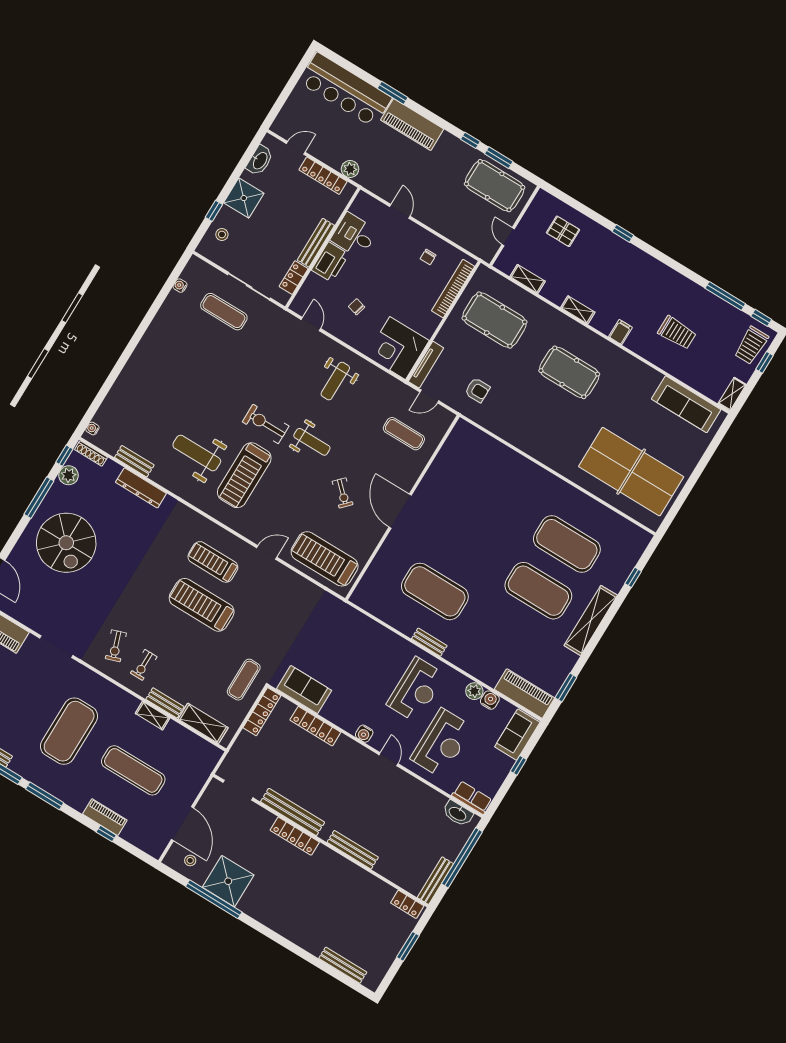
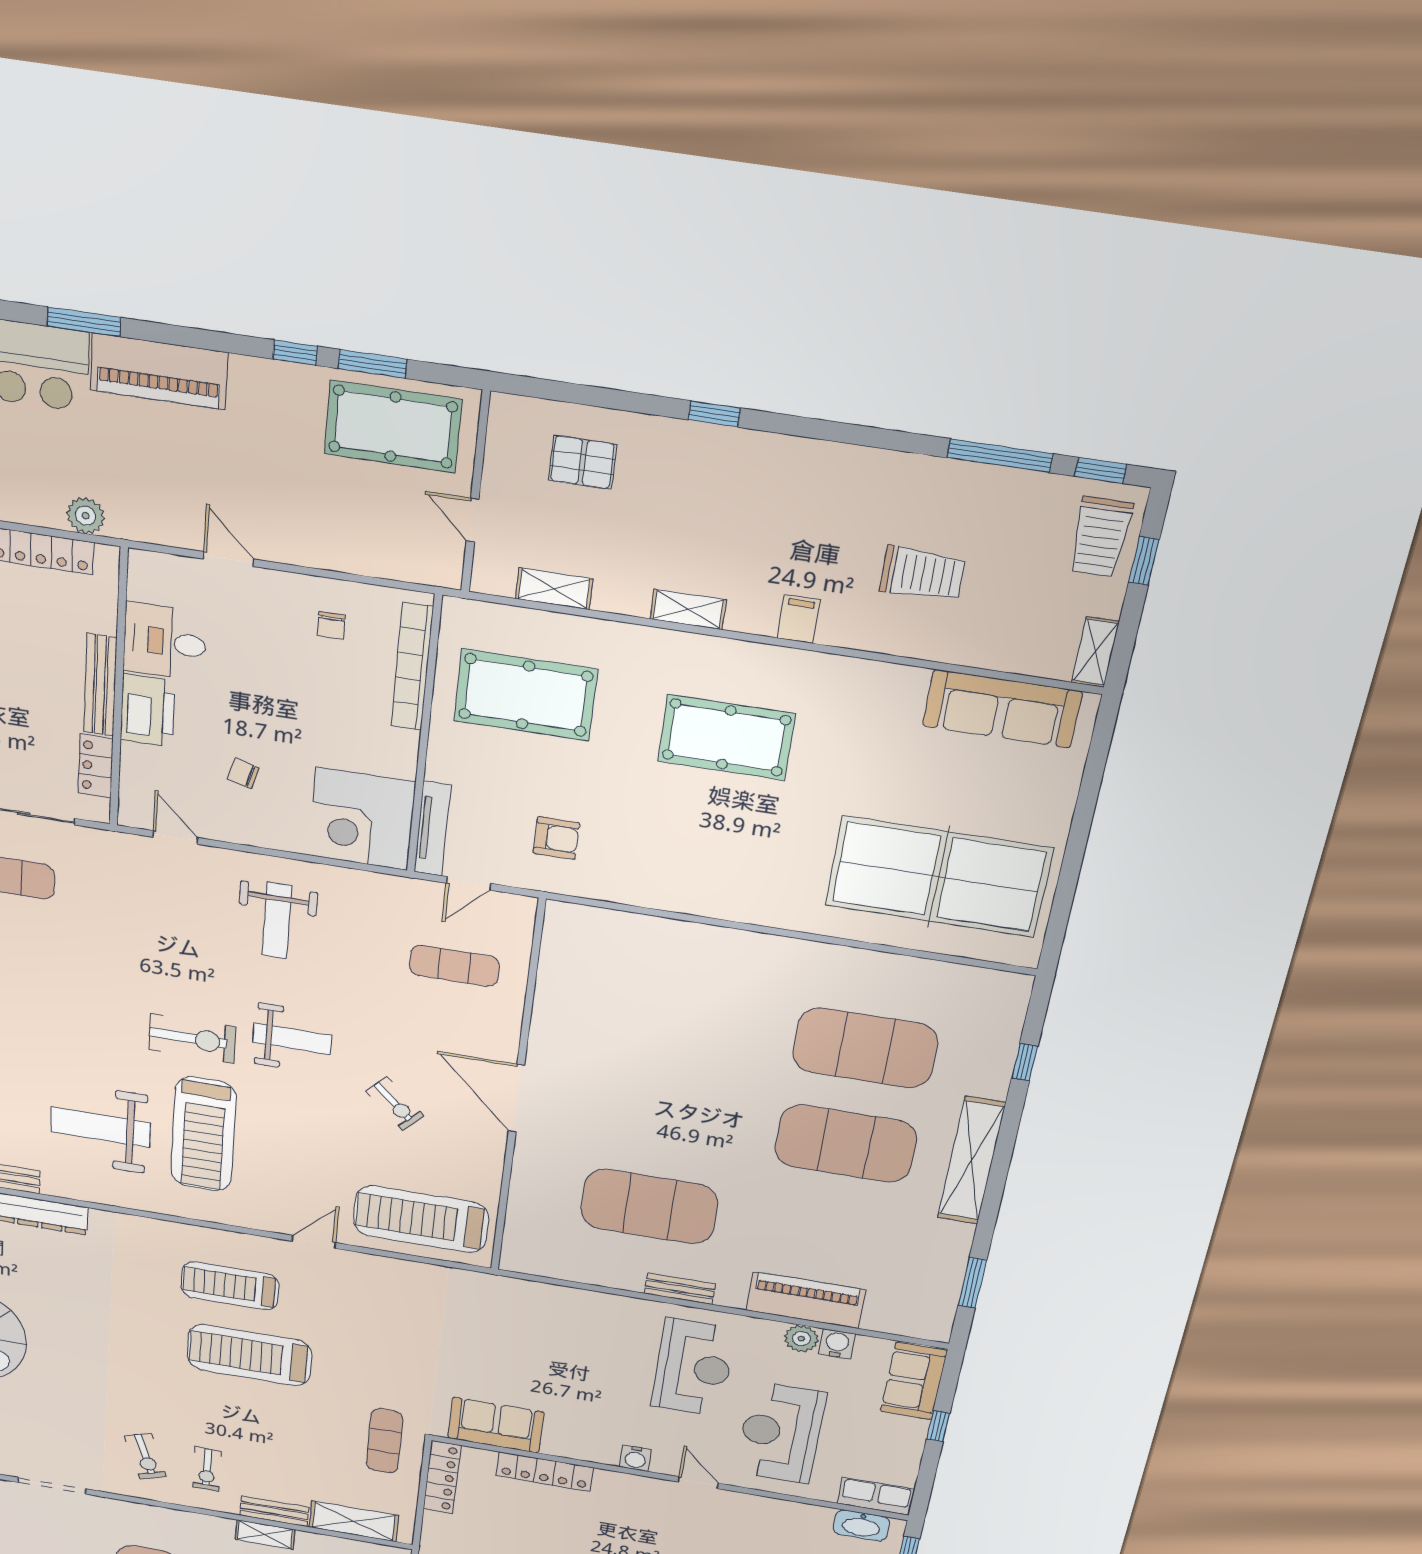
exercise bike: (266, 424) -> (192, 1038), turned 180
piano: (525, 694) -> (806, 1300), moved
reception desk: (442, 743) -> (781, 1433), turned 180

